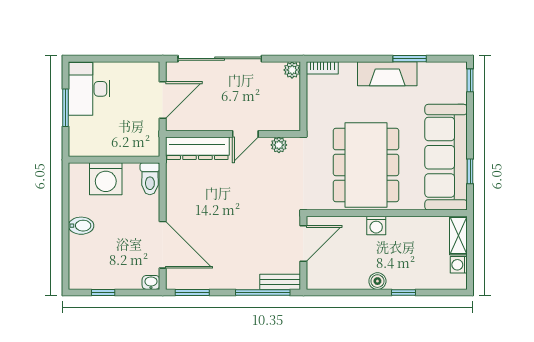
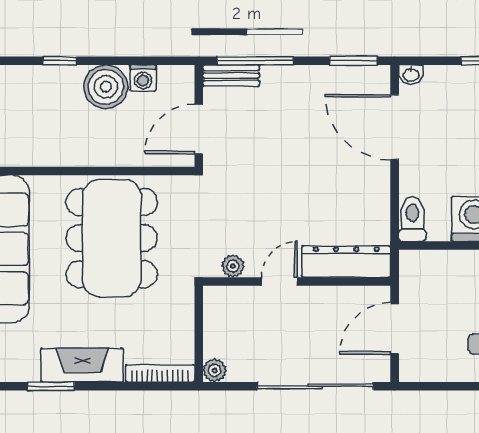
bookcase: (322, 68) -> (160, 373), width x1.56
washing machine: (376, 226) -> (143, 78), moved, turned 180
boiler: (377, 281) -> (106, 87), width x1.86, depth x1.86

